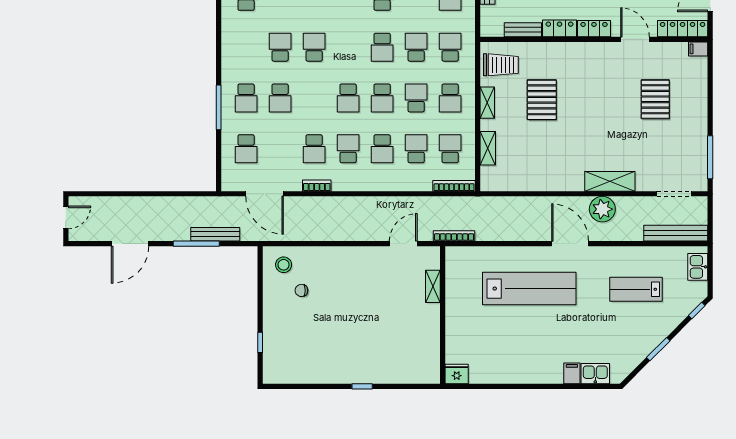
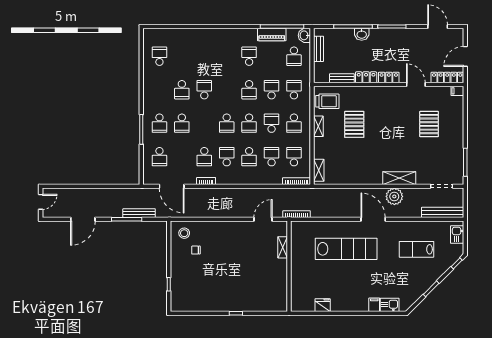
school desk: (280, 47) -> (182, 90), turned 180
shelving: (488, 148) -> (319, 170), moved
fridge: (457, 374) -> (323, 305), moved

